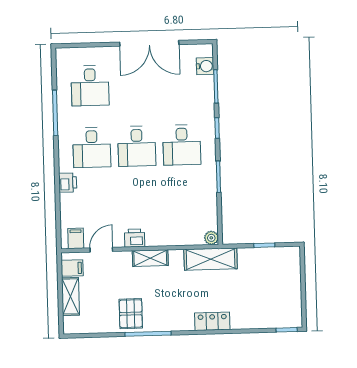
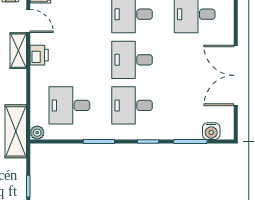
desk: (184, 207) -> (69, 105), added
shelving: (150, 258) -> (18, 51), moved

